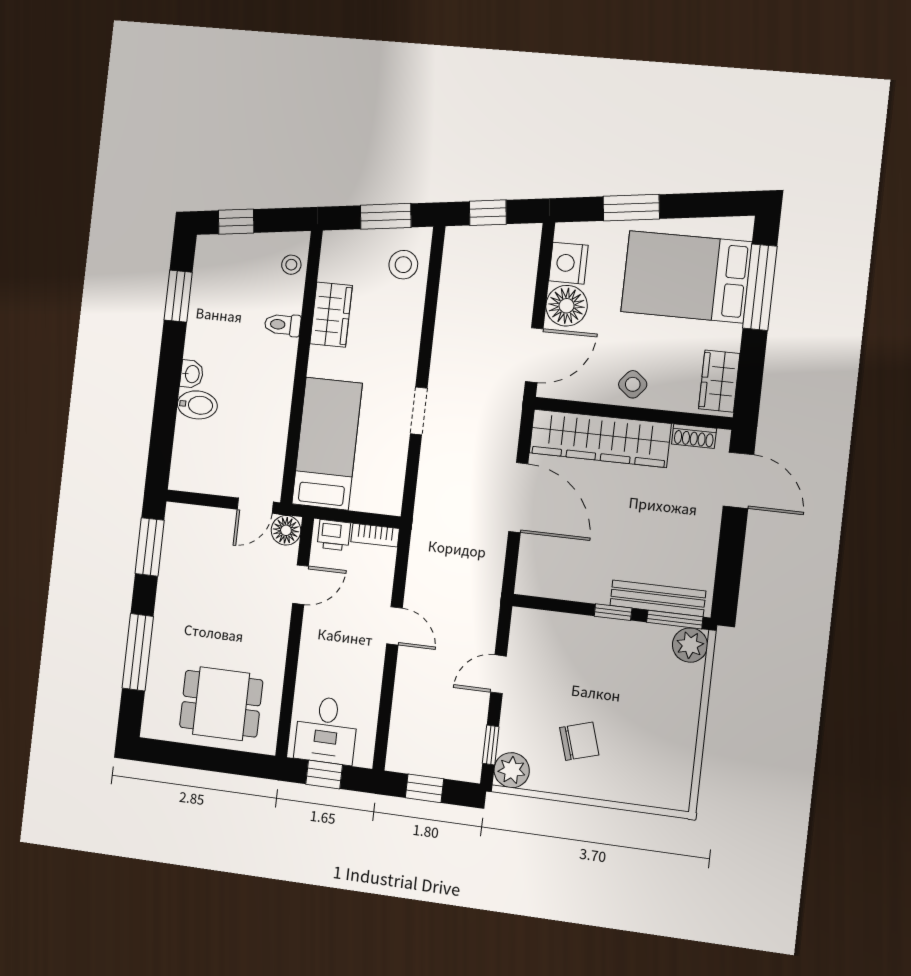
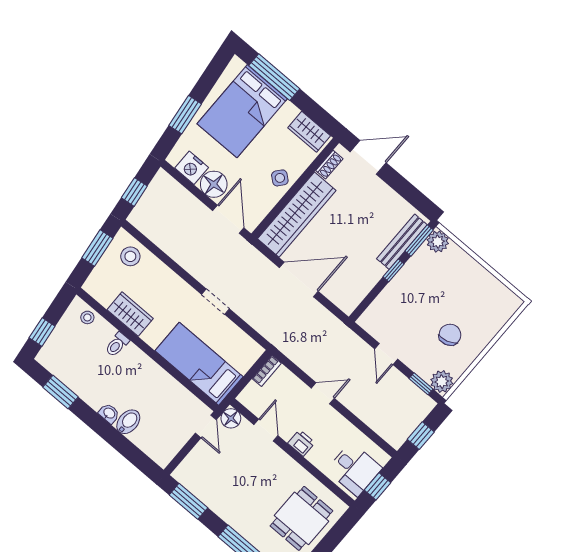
printer: (334, 535) -> (301, 443), moved, turned -90

